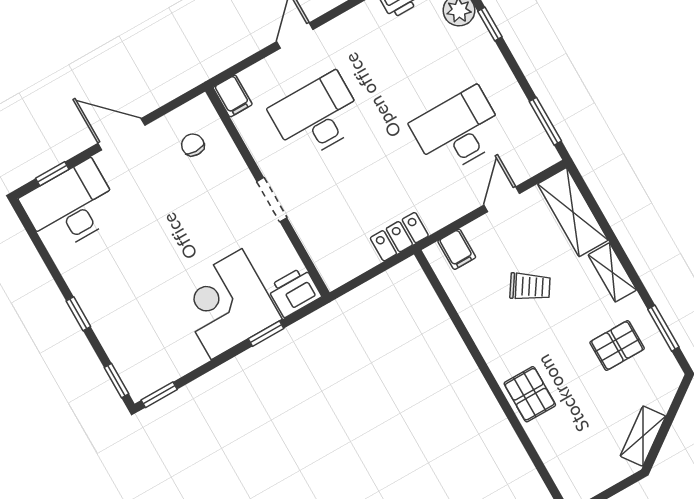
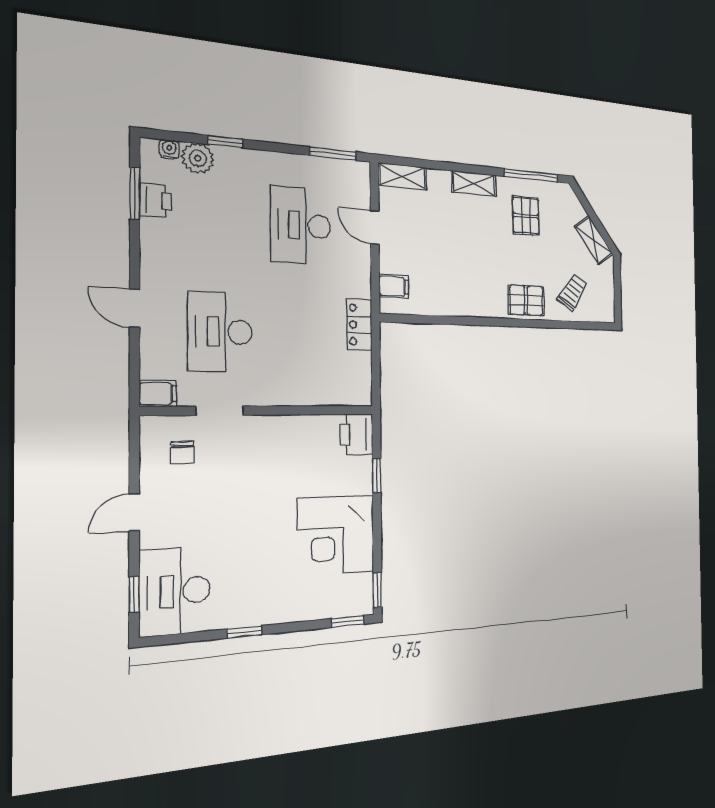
door: (121, 134) -> (134, 512), width x0.73
chair: (193, 145) -> (182, 453), turned -90
doorway: (272, 200) -> (220, 411), moved
shelving: (573, 212) -> (403, 176), width x0.67, depth x0.75
trolley: (530, 287) -> (572, 292), moved
corner desk: (227, 304) -> (336, 535), moved
window: (78, 314) -> (244, 632), moved
window: (663, 328) -> (531, 175), width x1.44

